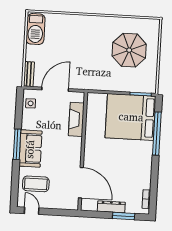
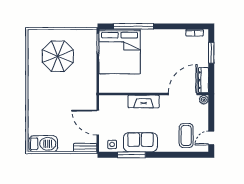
fireplace: (76, 119) -> (144, 101), moved
window: (17, 144) -> (131, 155), moved
sofa: (30, 149) -> (140, 142), moved
plant: (73, 205) -> (204, 100), added
dresser: (111, 207) -> (203, 80), moved

